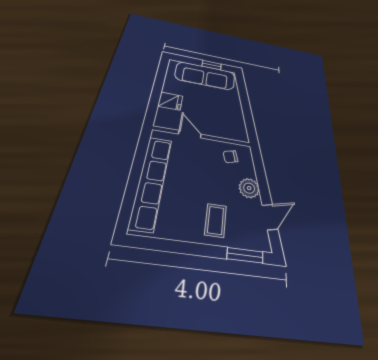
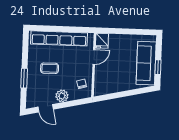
fridge: (170, 101) -> (102, 41), moved
coffee table: (216, 220) -> (50, 68), moved
window: (245, 255) -> (24, 78), moved

